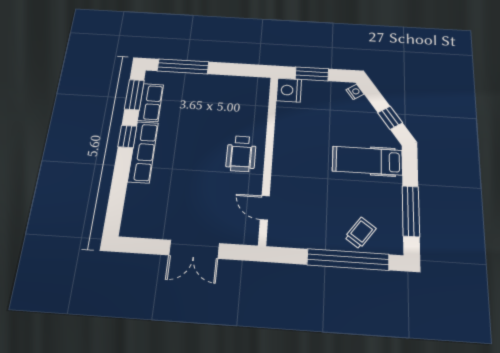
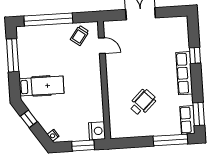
row of seats: (151, 103) -> (187, 120), moved
window: (127, 136) -> (195, 55), moved
wheelchair: (241, 154) -> (143, 102), moved, turned 46
trolley: (360, 233) -> (80, 35), moved

